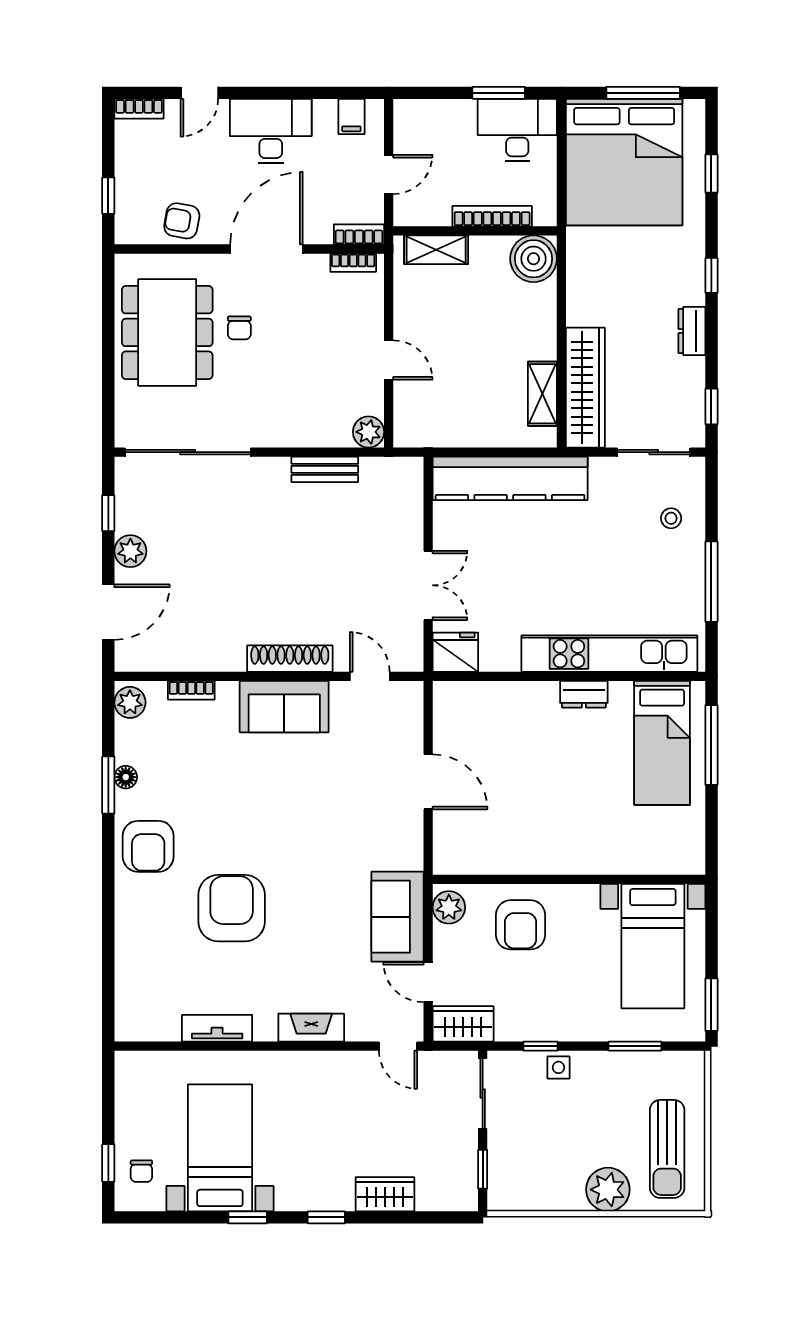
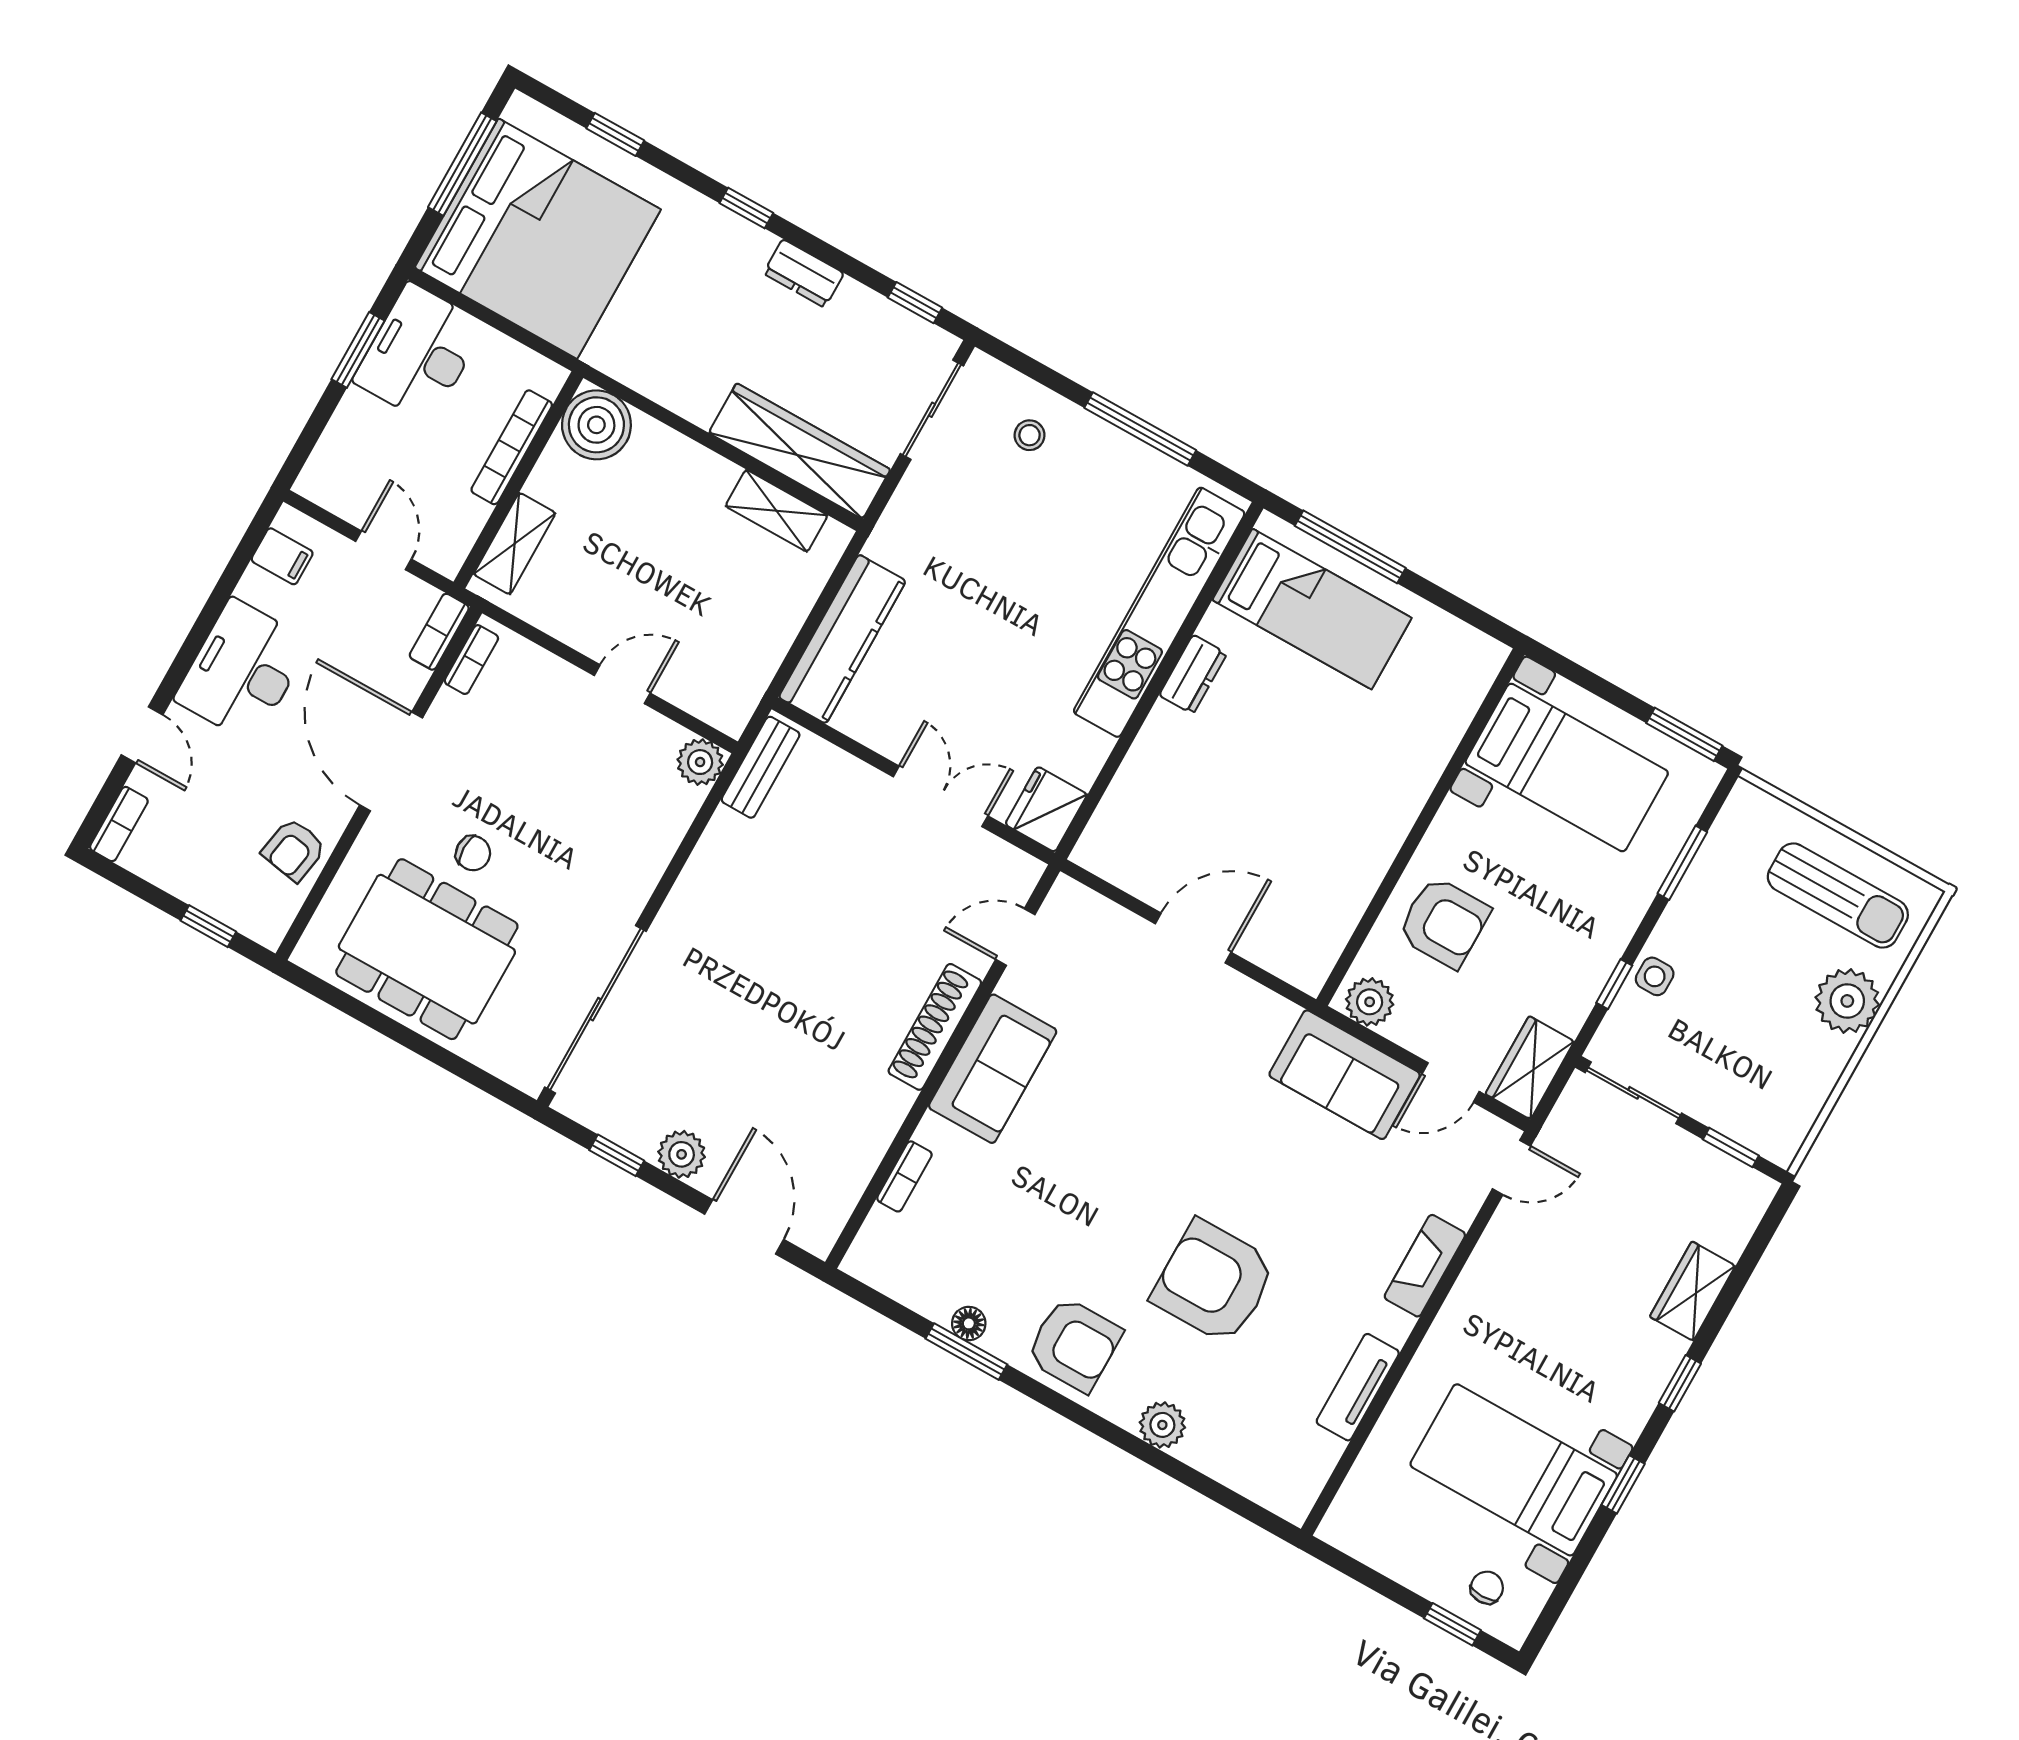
bench: (325, 469) -> (761, 767), moved
kitchen counter: (510, 478) -> (842, 639), width x0.72, depth x0.86
plant: (130, 702) -> (1162, 1425), moved
chair: (141, 1171) -> (1487, 1588), turned -90

